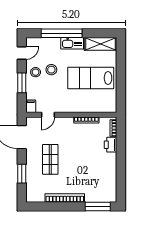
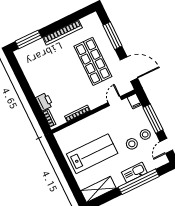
kitchen sink: (72, 43) -> (134, 172), moved
window: (22, 83) -> (153, 119), width x1.44
shop shelf: (50, 159) -> (93, 61), width x1.43, depth x1.36
window: (22, 174) -> (113, 36), width x1.44

